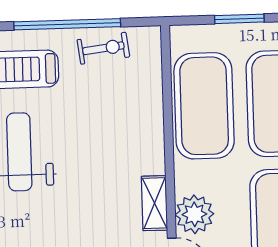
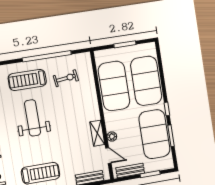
exercise bike: (103, 48) -> (66, 78), moved
plant: (194, 214) -> (112, 137), width x0.53, depth x0.53

